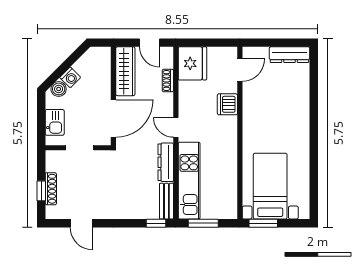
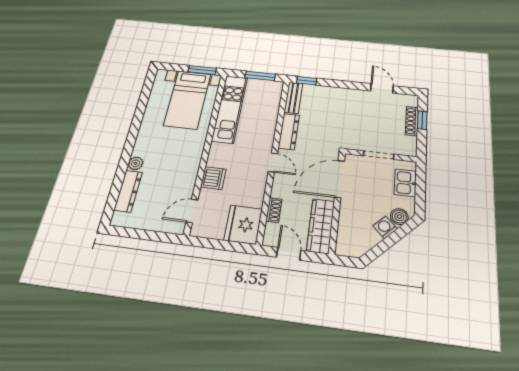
dresser: (289, 55) -> (128, 191), moved, turned 90
plant: (303, 110) -> (136, 163), added
kitchen unit: (189, 181) -> (230, 109), moved, turned 180

